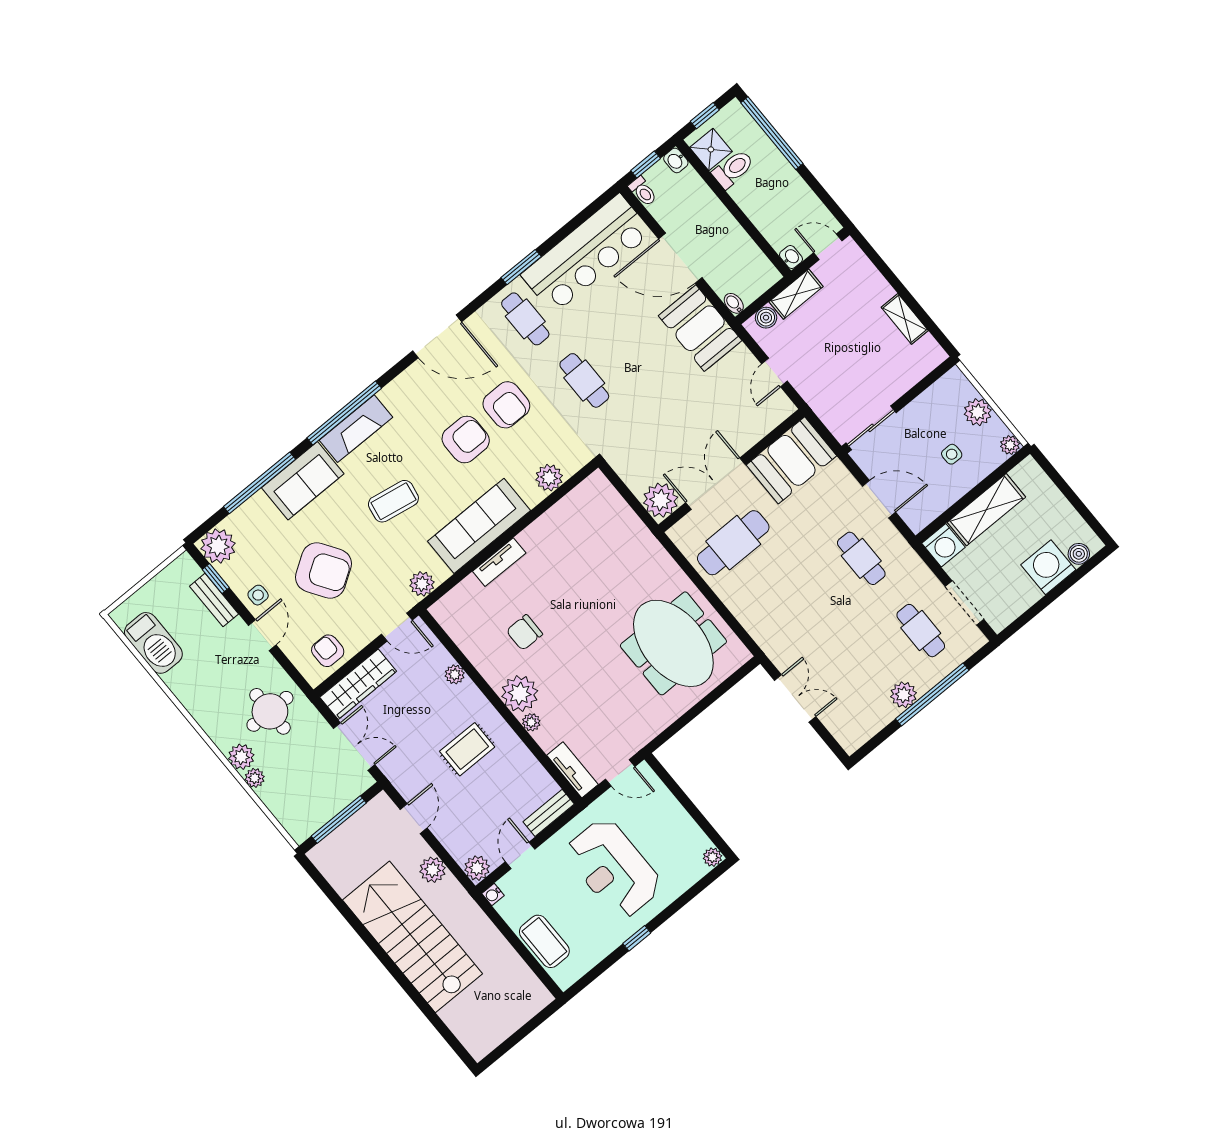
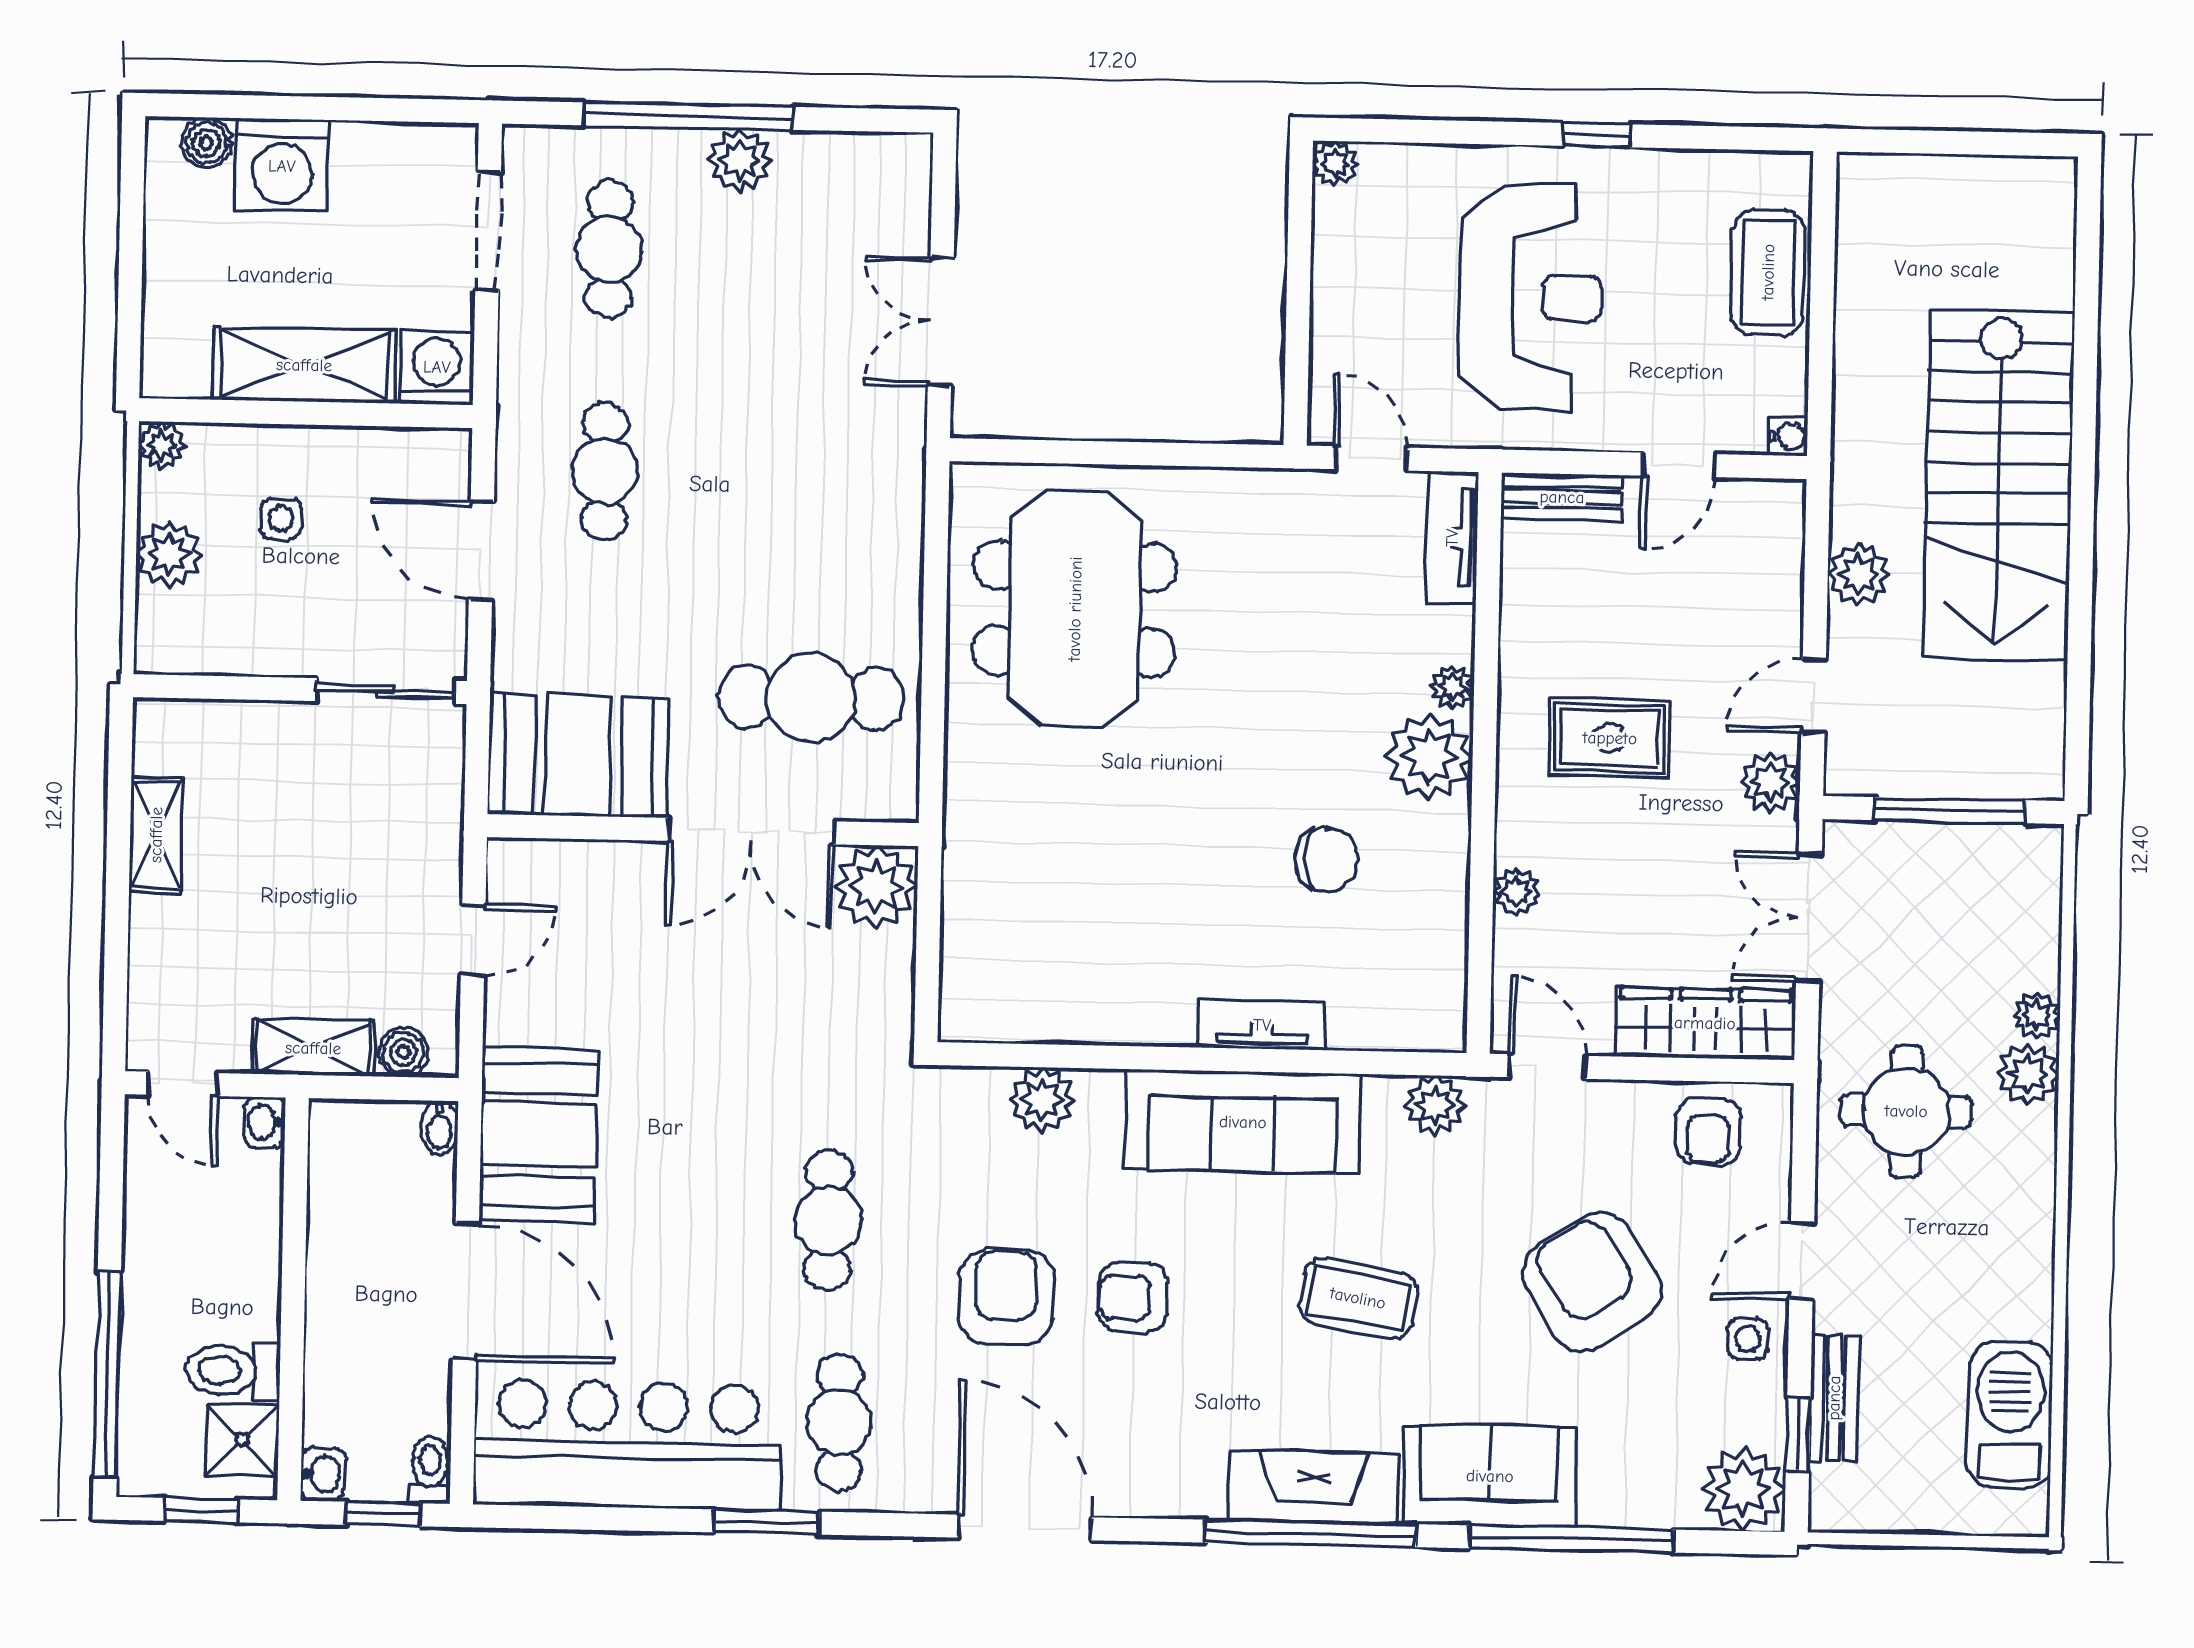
armchair: (466, 440) -> (1133, 1298), width x0.72, depth x0.72
plant: (477, 868) -> (1770, 782), moved

